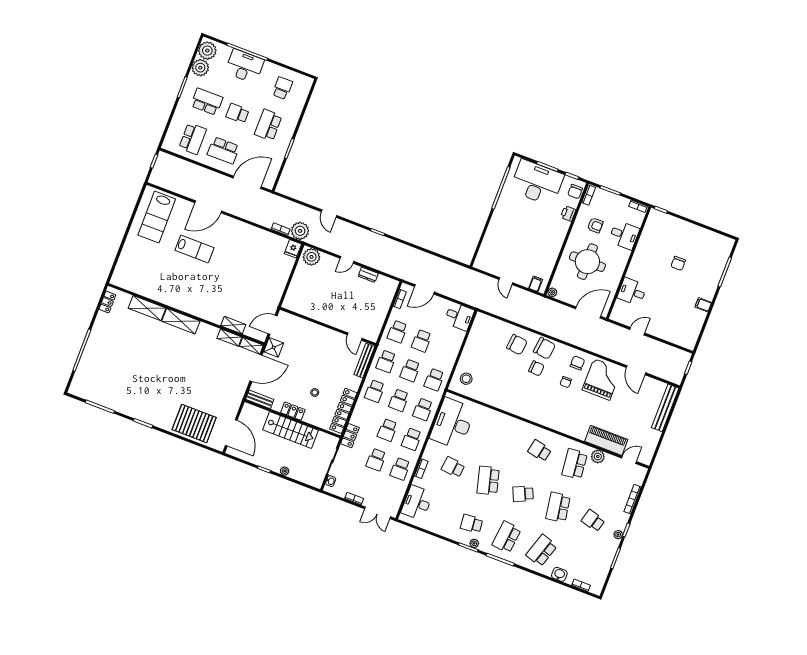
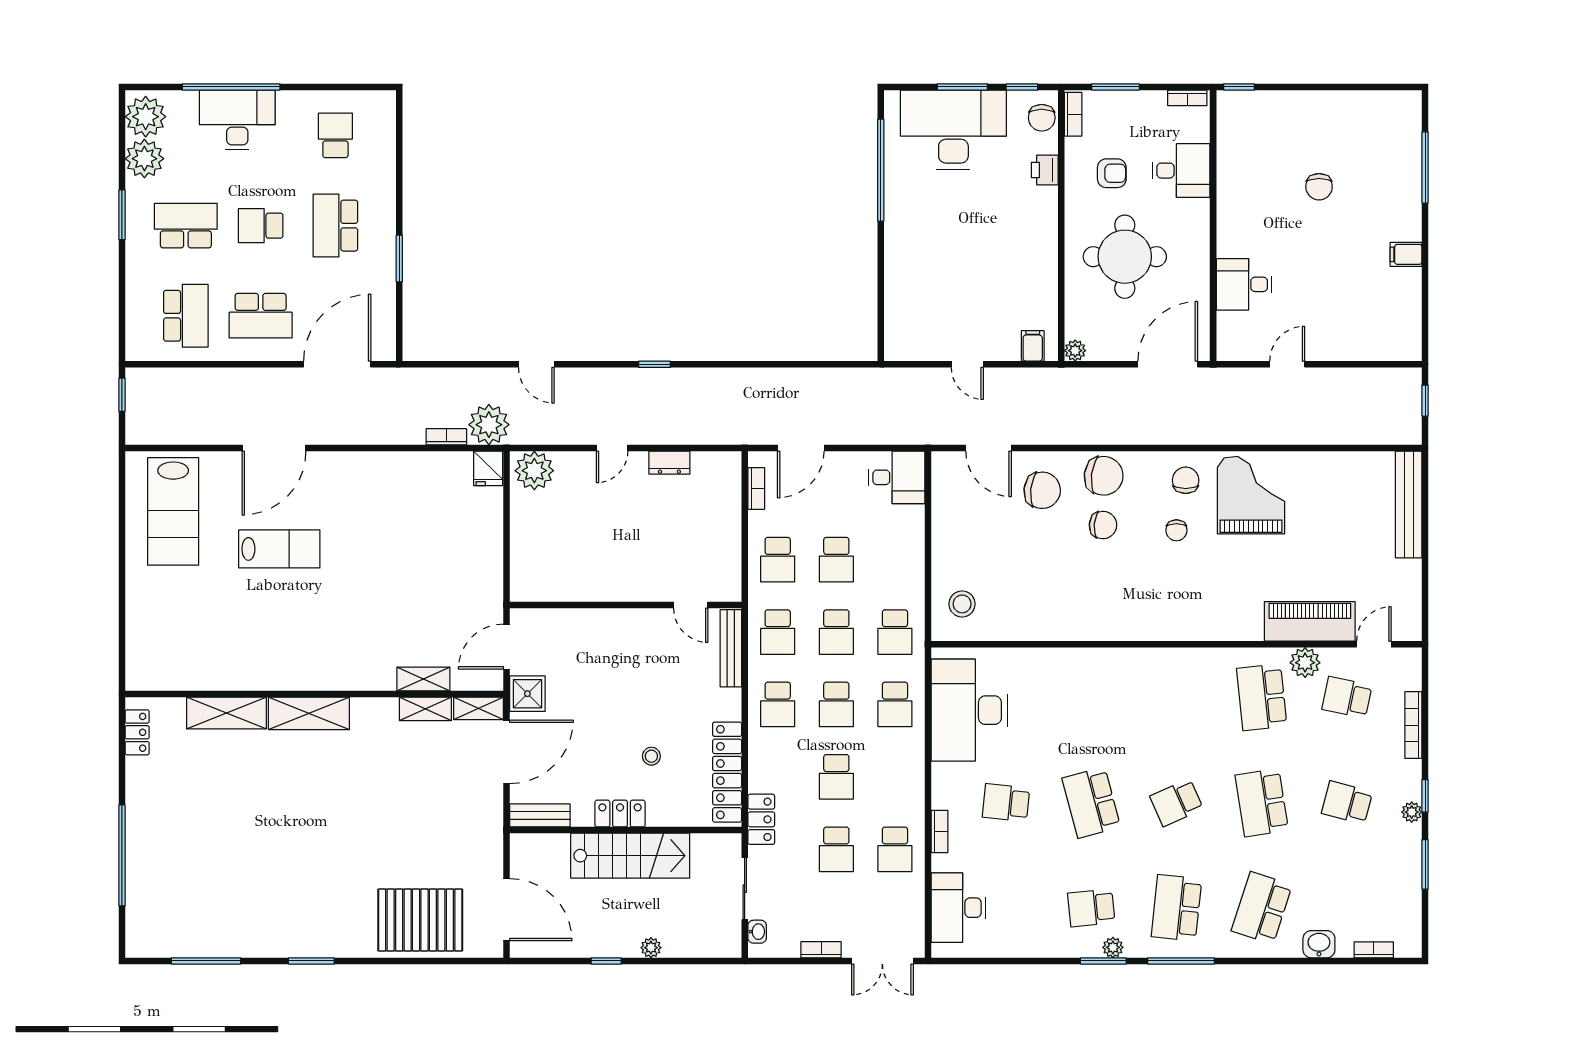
door: (636, 370) -> (989, 448), moved
school desk: (412, 439) -> (895, 777), removed
school desk: (540, 451) -> (1347, 697), moved

